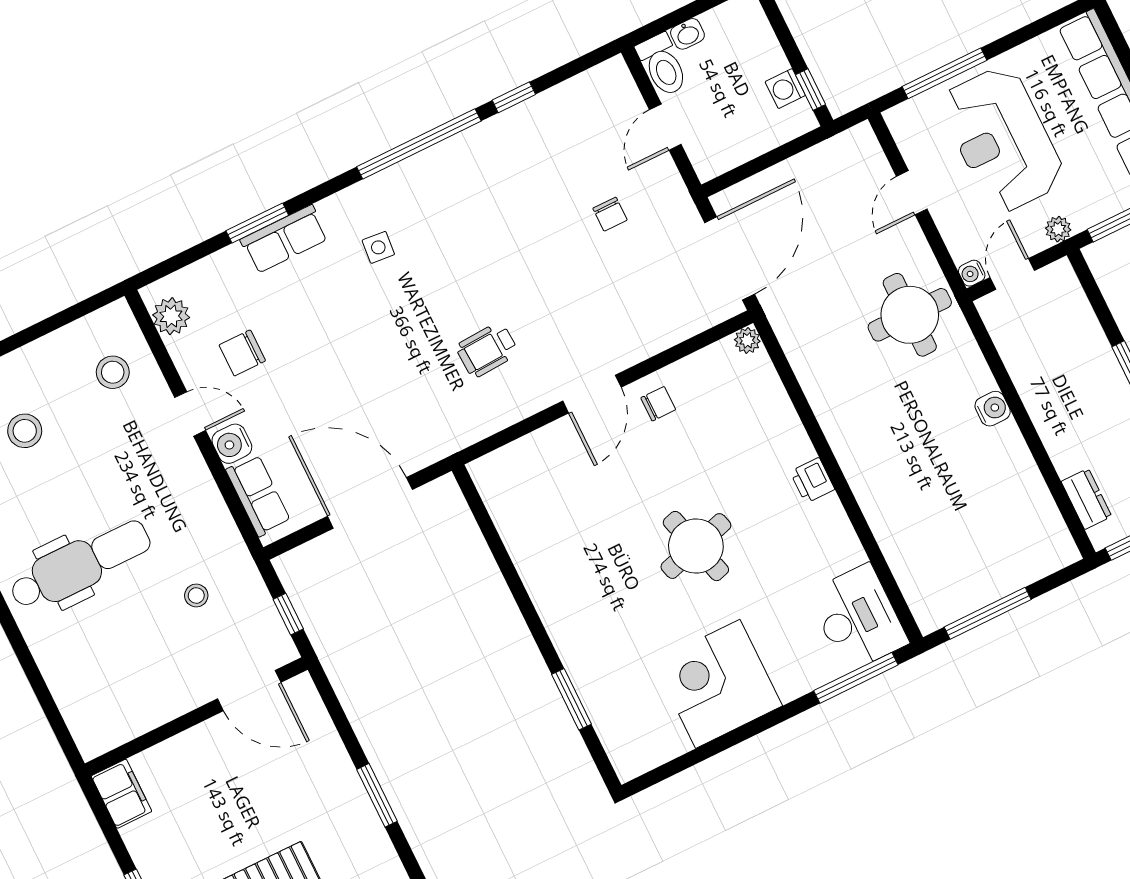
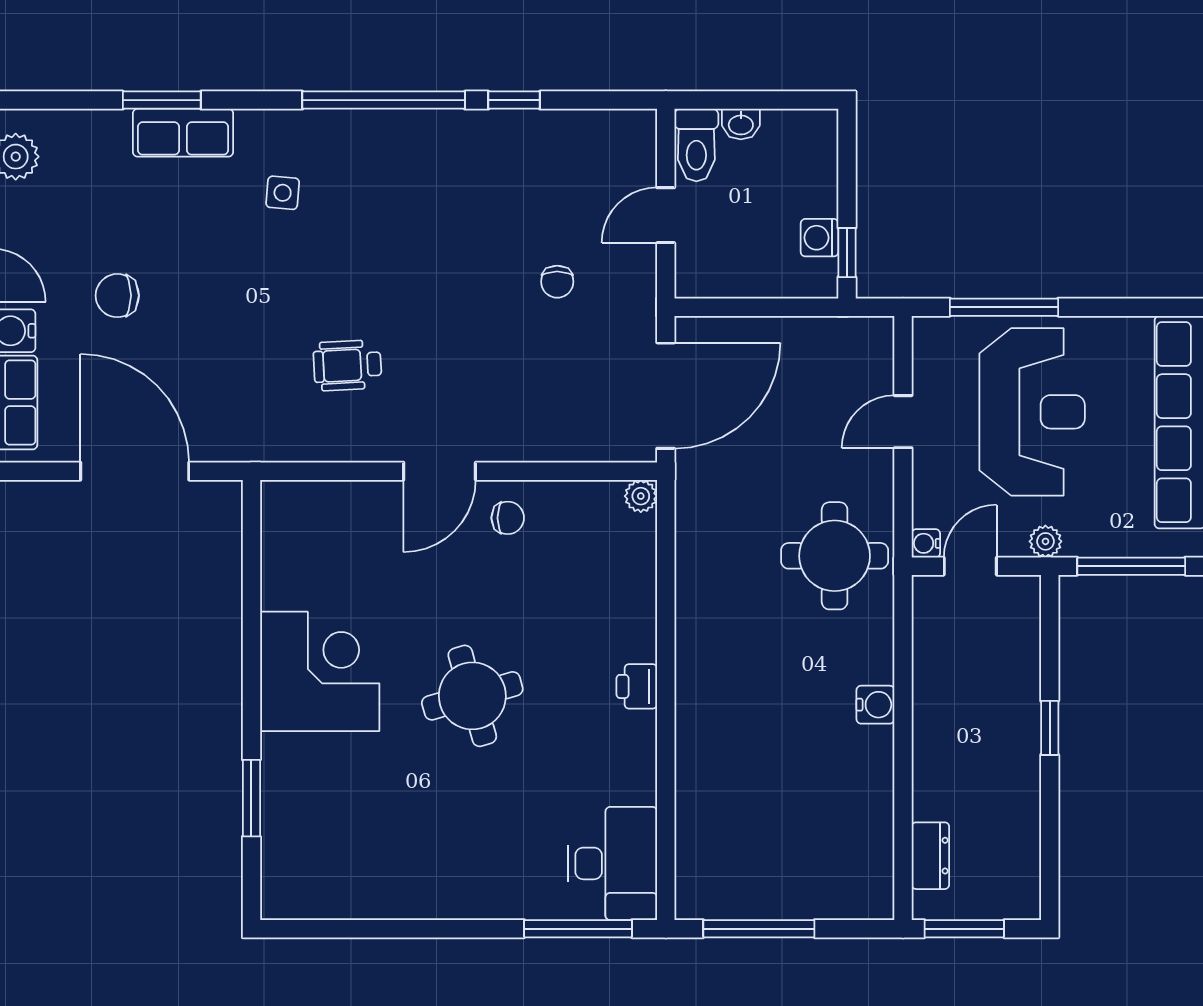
reception desk: (1002, 140) -> (1032, 412), turned 180
chair: (242, 353) -> (117, 296), moved
corner desk: (718, 684) -> (320, 671), moved, turned 90

